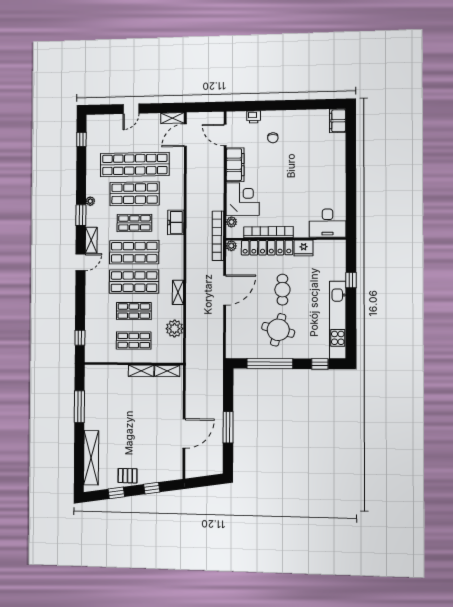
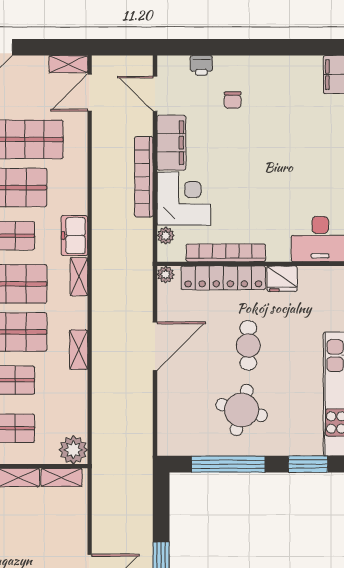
bookcase: (218, 236) -> (144, 177), moved
shelving: (178, 248) -> (79, 277), added
plant: (175, 329) -> (73, 450), moved
window: (320, 364) -> (308, 464), width x1.50

